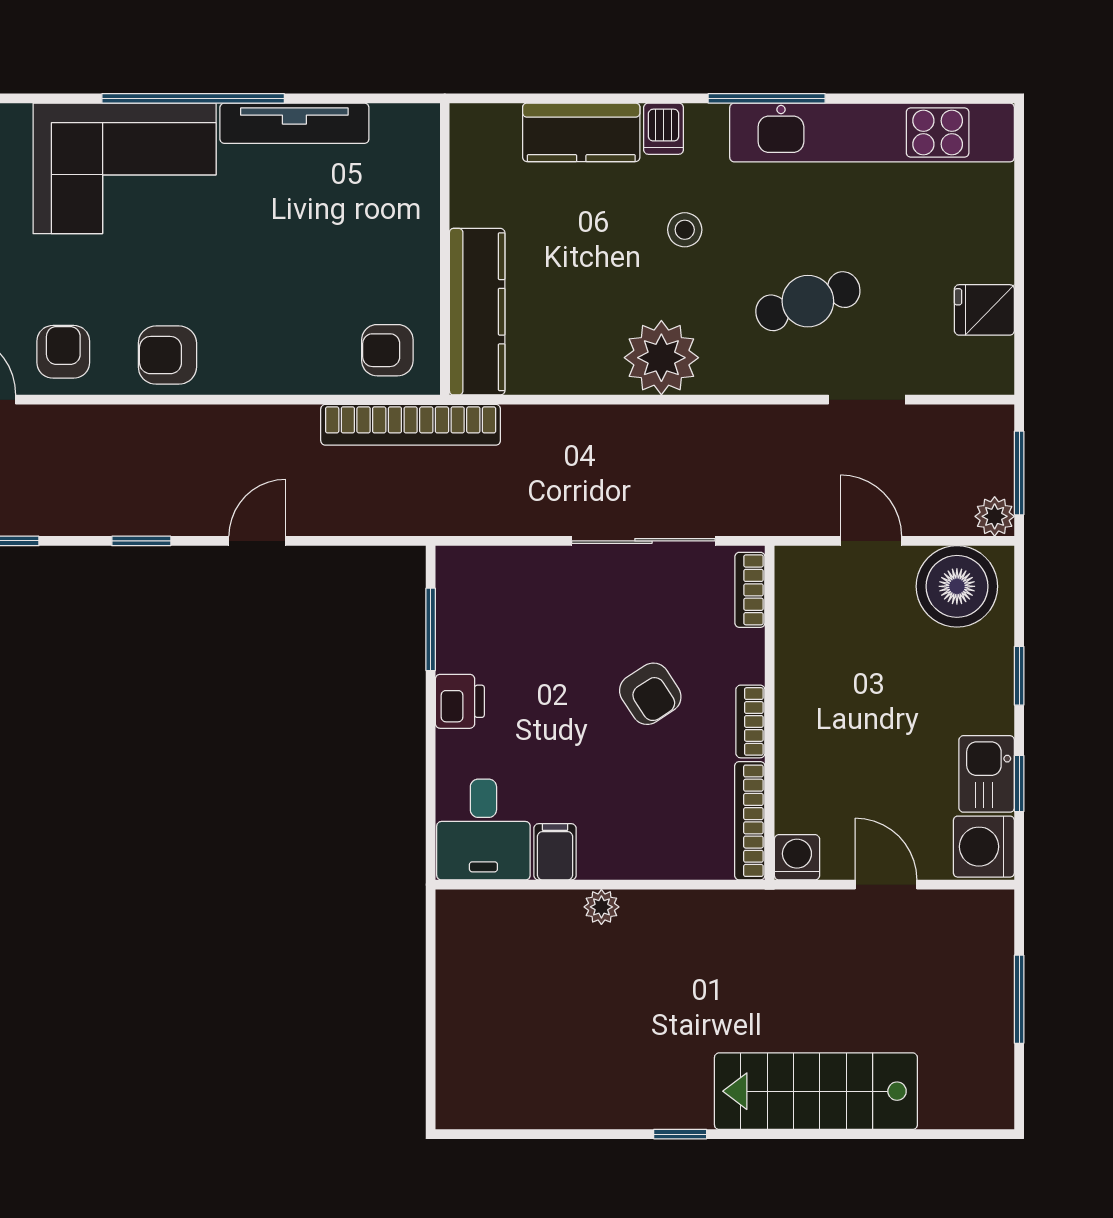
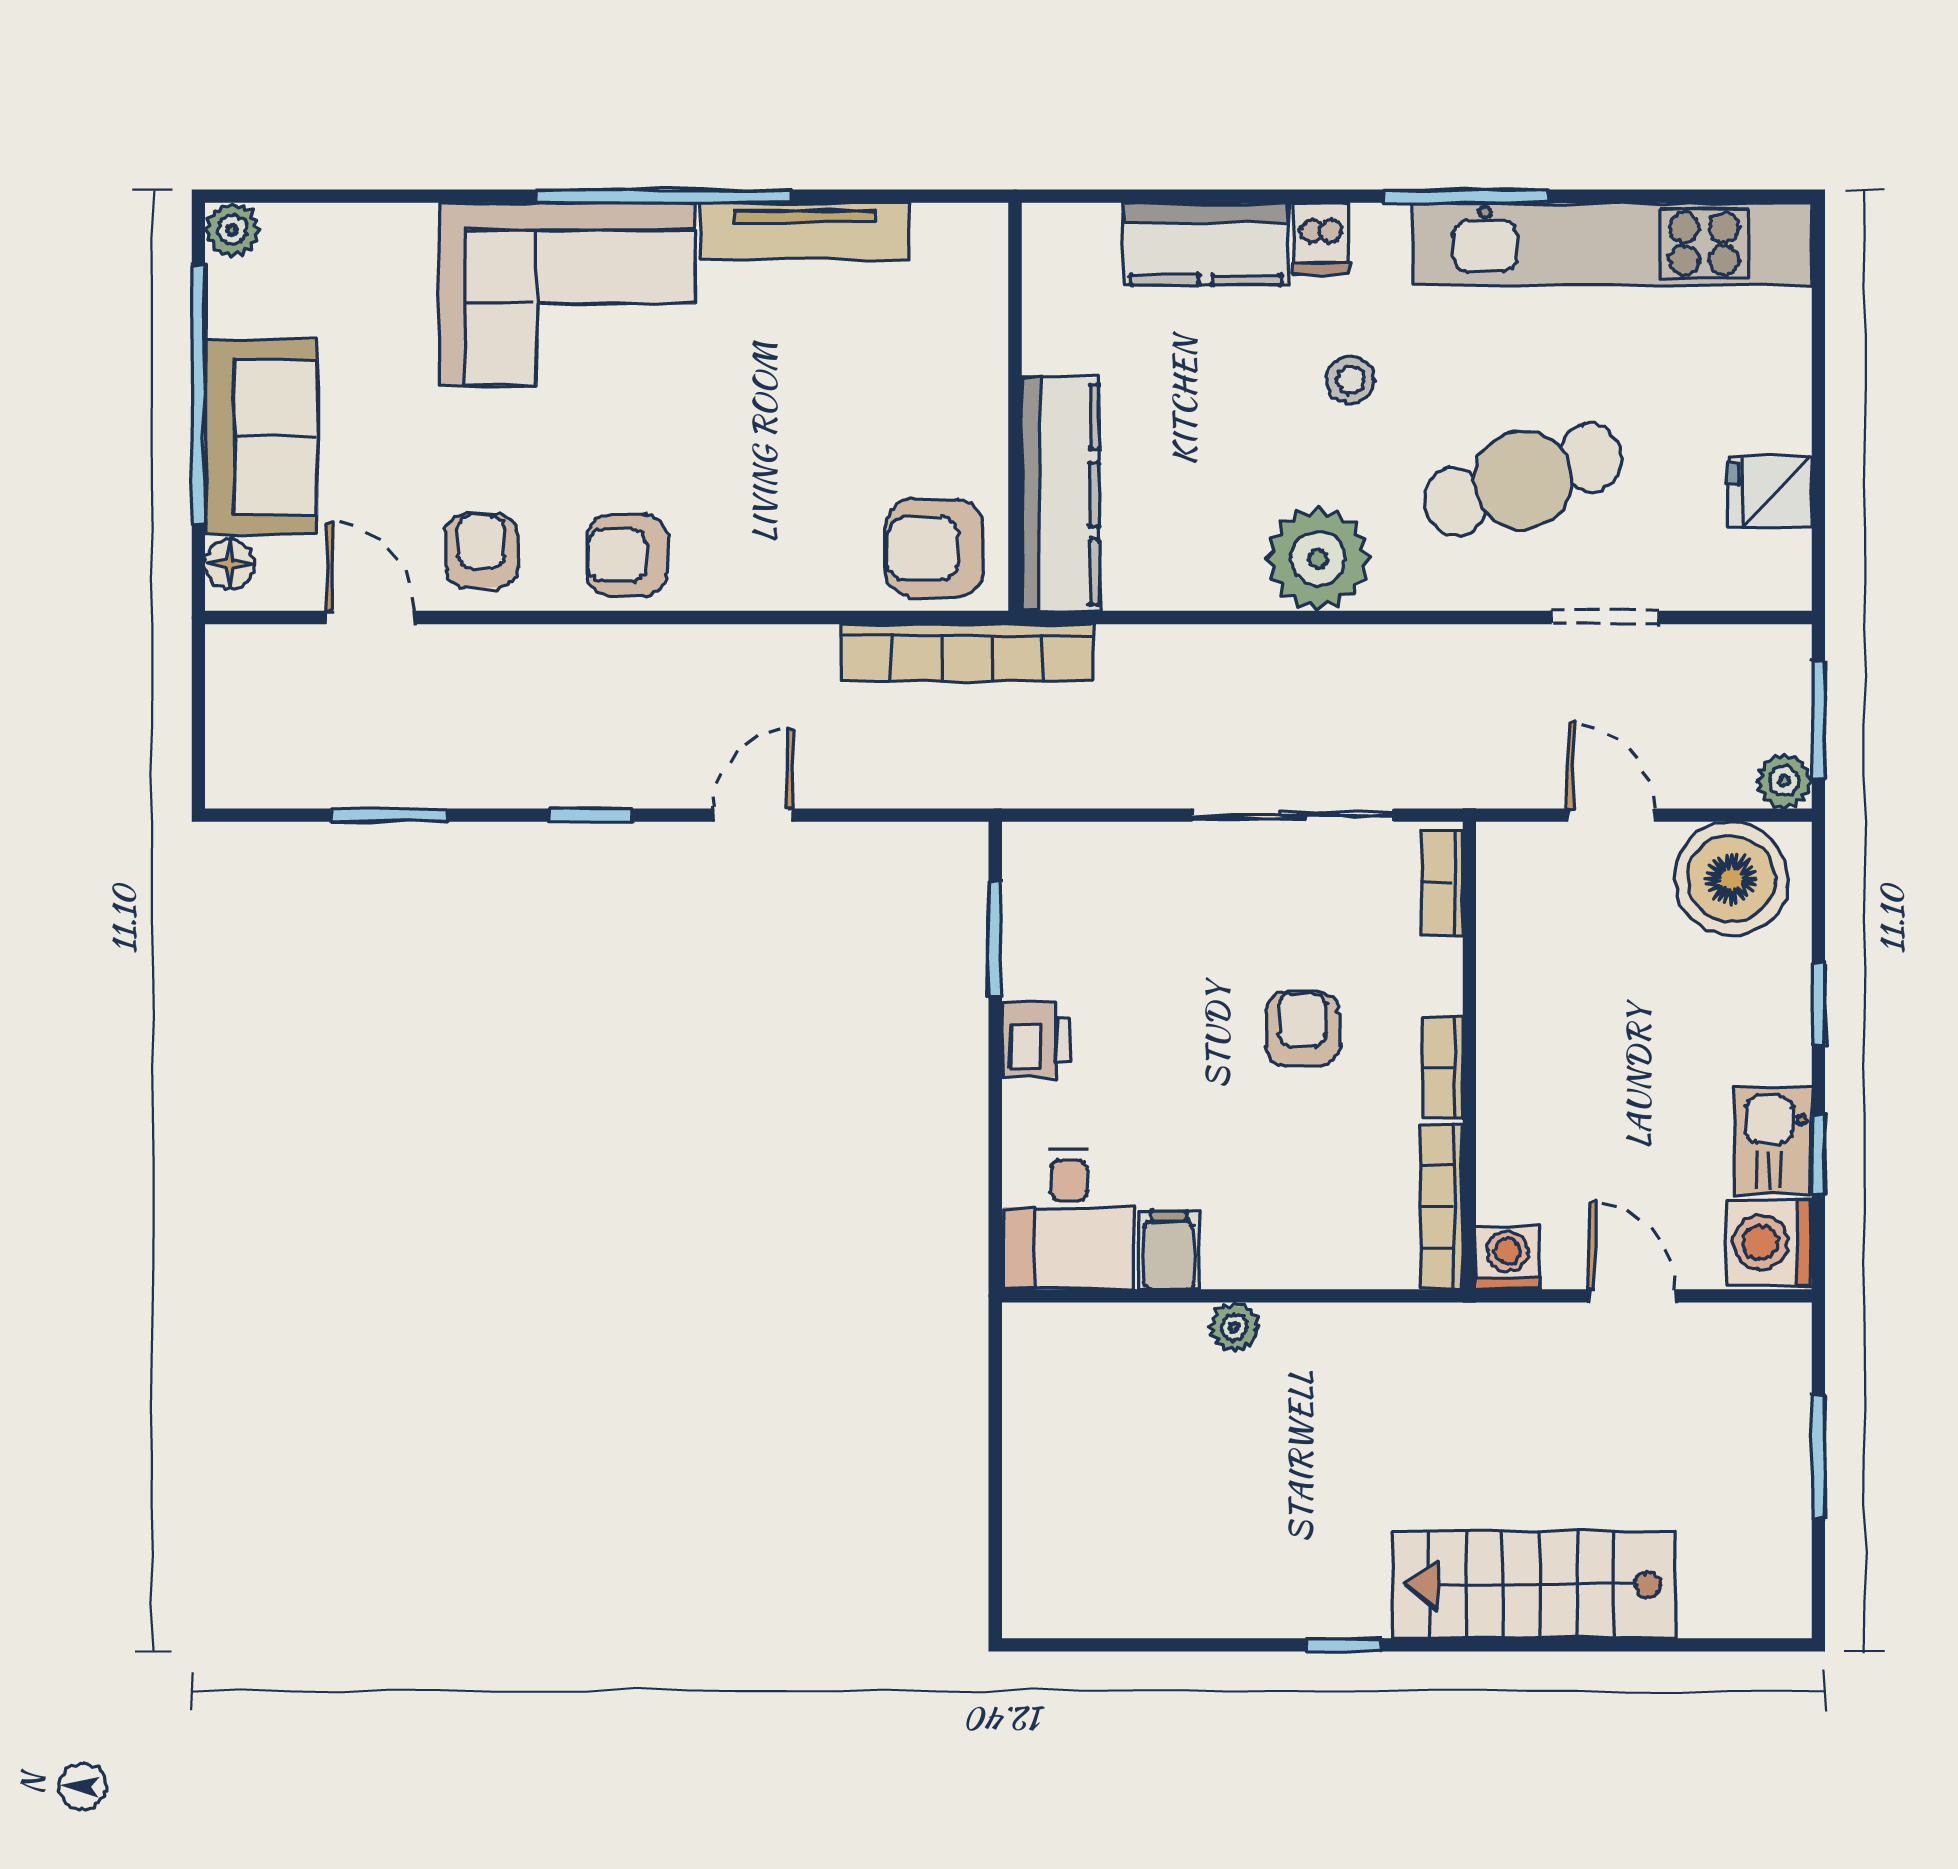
cafe table: (808, 301) -> (1523, 480), width x1.37, depth x1.35
armchair: (387, 350) -> (935, 548), width x1.38, depth x1.38
armchair: (650, 694) -> (1302, 1029), turned -147

